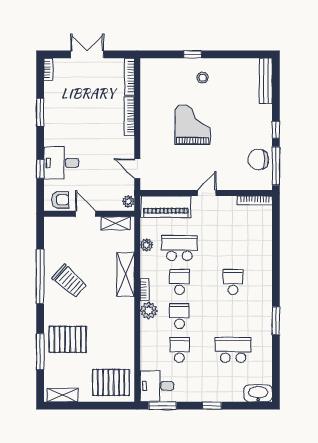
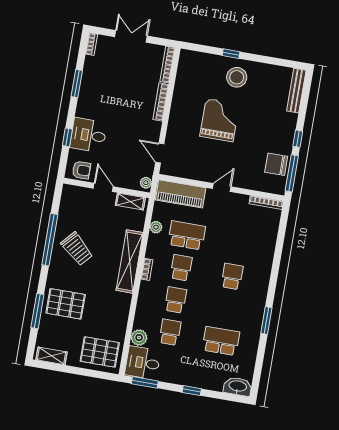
stool: (203, 78) -> (237, 77), width x1.89, depth x1.89
shelving: (126, 275) -> (130, 261), width x1.47
plant: (149, 311) -> (139, 338), moved

